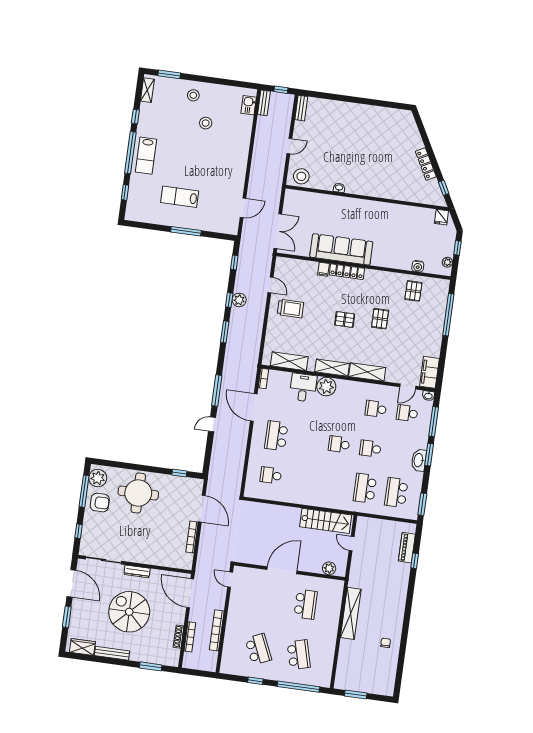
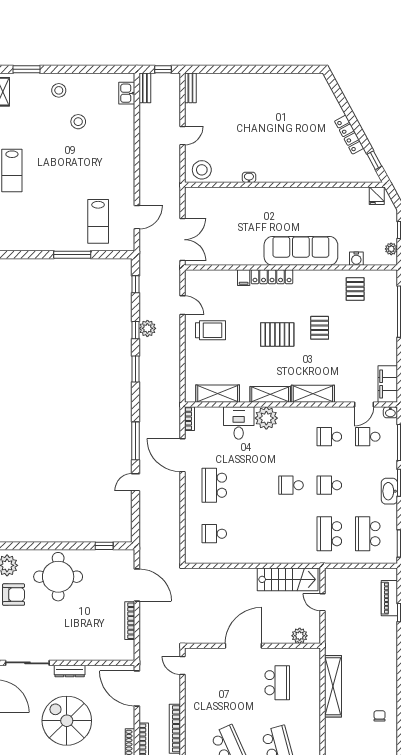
lab bench: (180, 197) -> (98, 221), moved, turned -90
sofa: (341, 249) -> (301, 251), moved
pallet: (345, 319) -> (277, 334), width x1.50, depth x1.42

